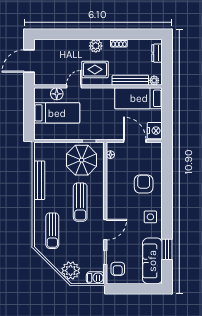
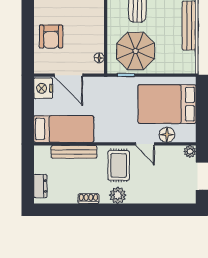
rug: (95, 69) -> (119, 165), turned 90
plant: (154, 80) -> (190, 152), moved
door: (74, 86) -> (145, 144), hinge flipped
bed: (57, 113) -> (167, 104), width x1.50
armchair: (144, 184) -> (51, 37), moved

